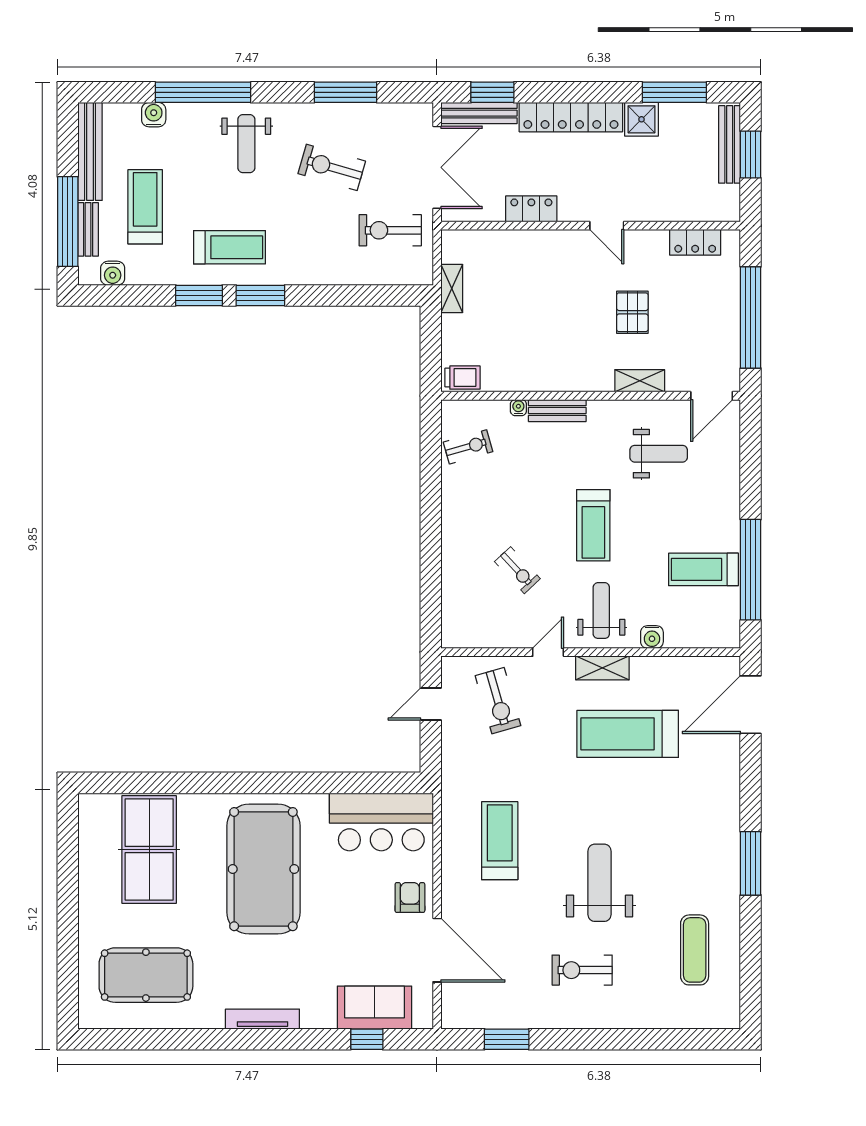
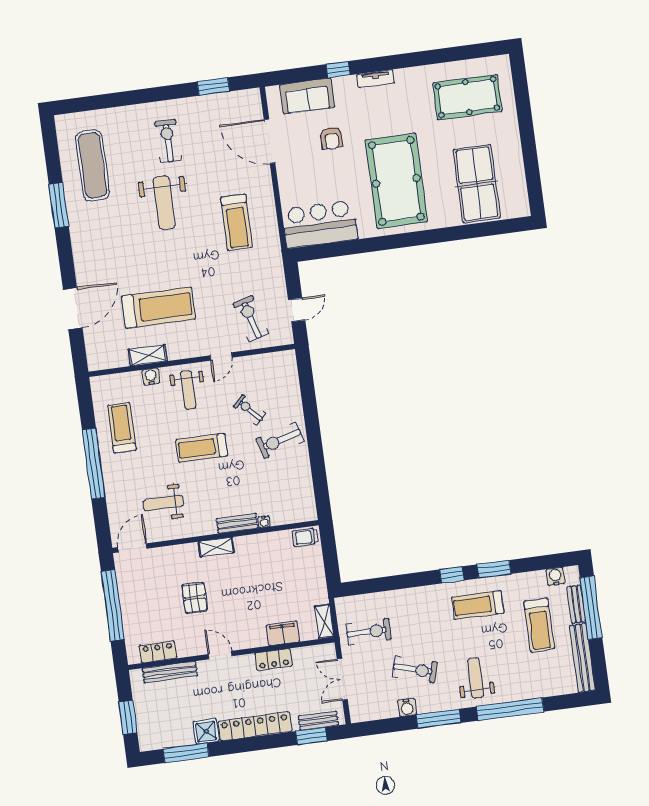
window: (346, 92) -> (438, 719), moved
bench: (479, 113) -> (318, 721), width x0.73
water cooler: (154, 115) -> (407, 707), moved
bench: (730, 144) -> (170, 672), moved, turned 90
double door: (437, 167) -> (342, 679), width x0.73
filing cabinet: (513, 244) -> (283, 633), added
shelving: (452, 289) -> (324, 621), moved
window: (260, 295) -> (452, 575), width x0.67
shelving: (640, 381) -> (216, 547), moved
exercise bike: (468, 447) -> (280, 440), moved, width x1.38, depth x1.39
treadmill: (593, 525) -> (202, 448), turned -90
treadmill: (703, 569) -> (122, 428), turned -90
window: (751, 570) -> (94, 464), moved
shelving: (602, 668) -> (148, 355), moved
door: (751, 705) -> (73, 309), moved
window: (751, 863) -> (59, 205), moved
armchair: (410, 897) -> (332, 138), moved
exercise mat: (695, 950) -> (93, 165), width x1.36, depth x1.45
exercise bike: (582, 970) -> (168, 141), turned -90
tv unit: (262, 1019) -> (376, 79), width x0.71
window: (367, 1039) -> (338, 70), moved

